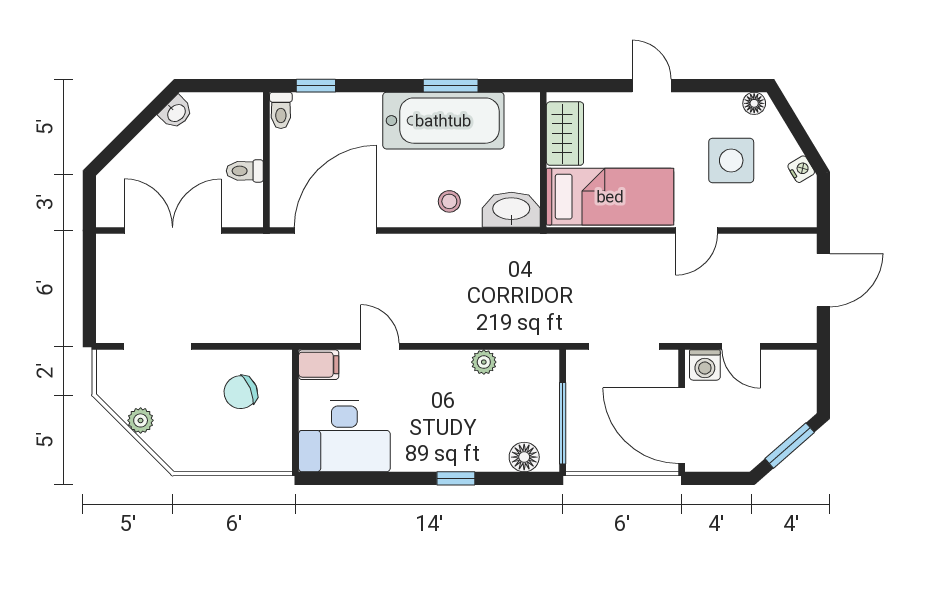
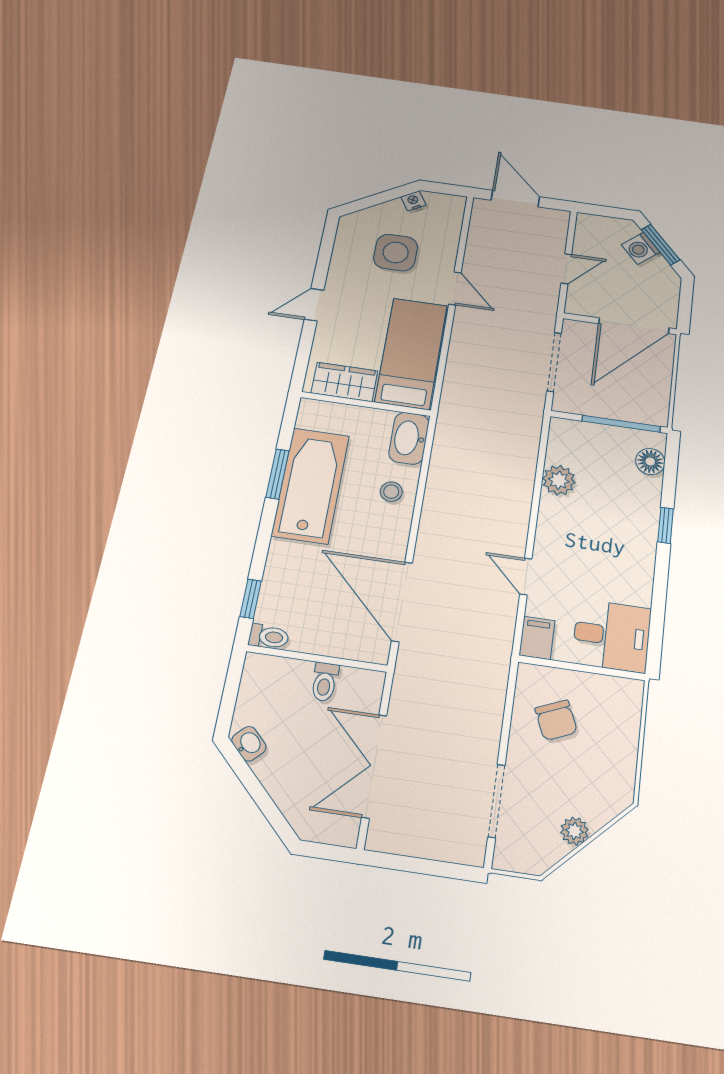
floor lamp: (754, 103) -> (347, 228), removed
door: (380, 346) -> (526, 577), hinge flipped
plant: (484, 362) -> (559, 480), width x1.38, depth x1.38
washing machine: (705, 365) -> (641, 248), moved, turned 139
desk: (344, 436) -> (612, 636), width x0.73

